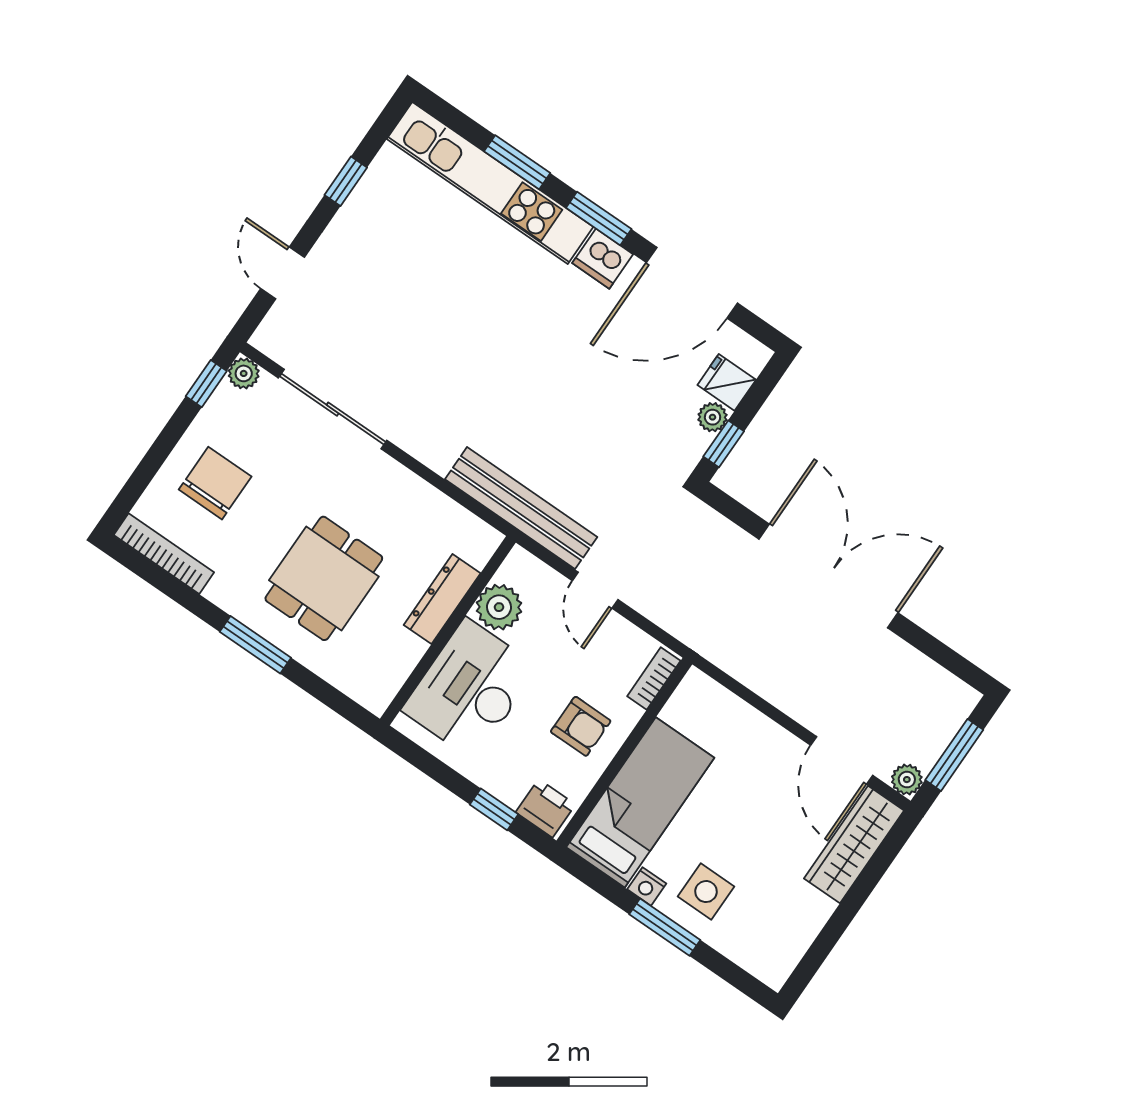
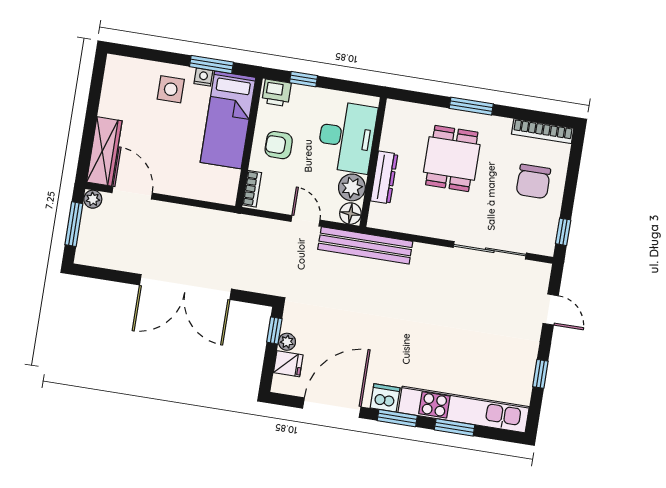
plant: (244, 373) -> (546, 247), removed
floor lamp: (520, 568) -> (350, 214), added
window: (665, 927) -> (211, 64), moved

